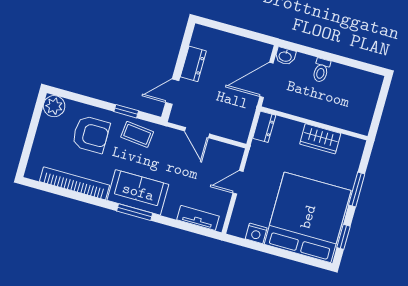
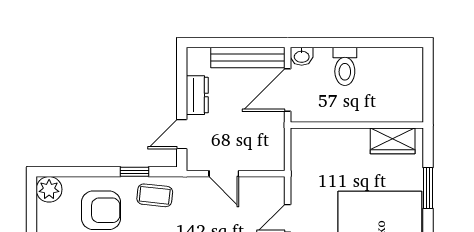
bench: (242, 45) -> (248, 57), added
toilet: (321, 70) -> (345, 66), width x1.37, depth x1.39
dresser: (264, 127) -> (300, 145), removed
wardrobe: (320, 139) -> (393, 141), moved

